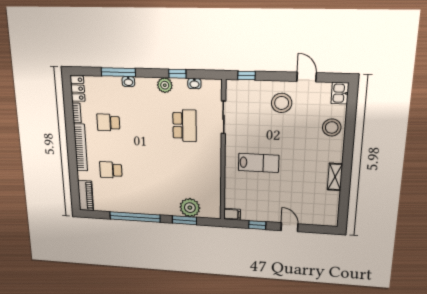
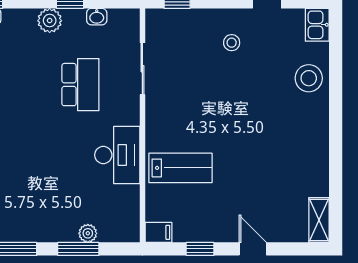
stool: (282, 103) -> (232, 43), width x0.53, depth x0.53
lab bench: (259, 163) -> (180, 168), moved
desk: (207, 169) -> (117, 155), added
shelving: (335, 177) -> (319, 220), moved
plant: (190, 208) -> (88, 233), width x0.53, depth x0.53

